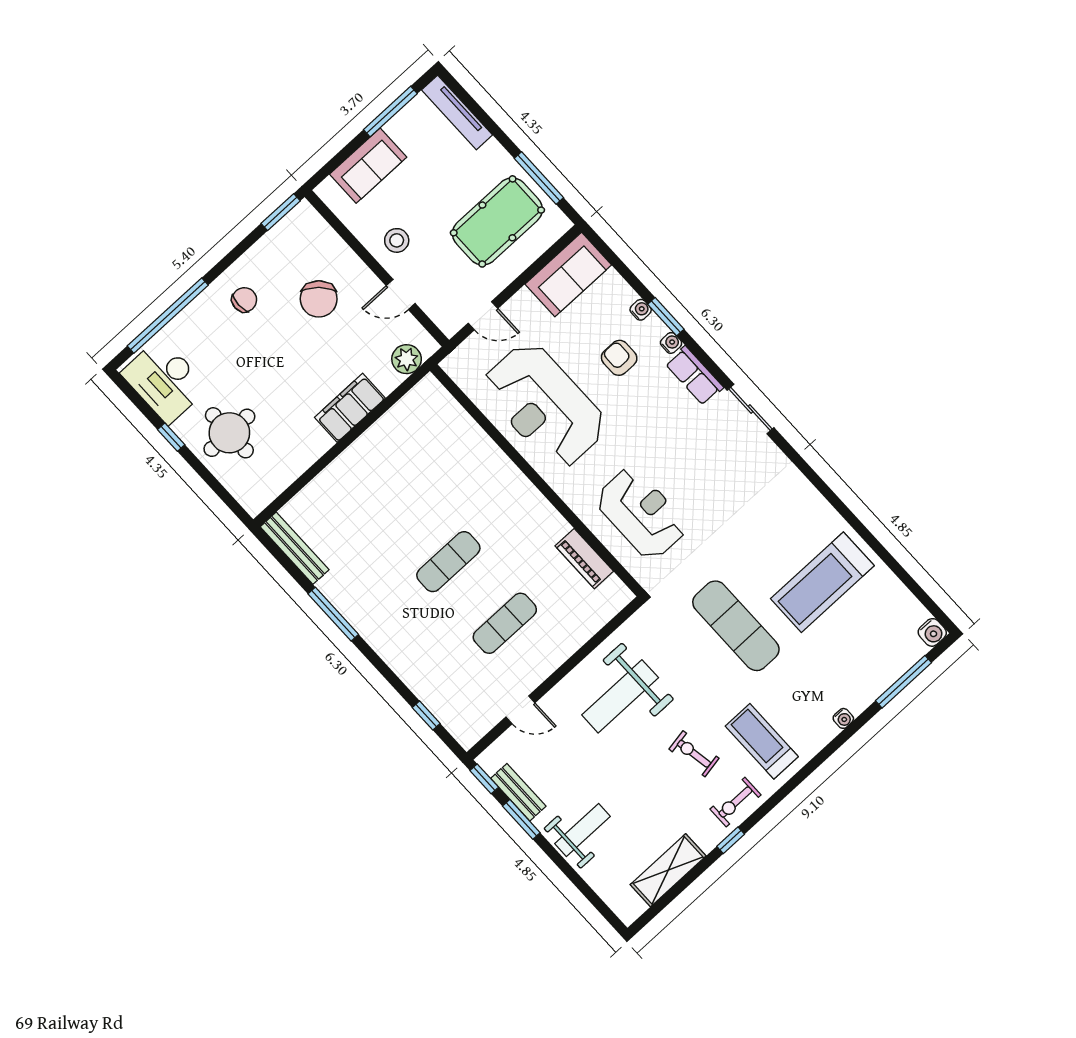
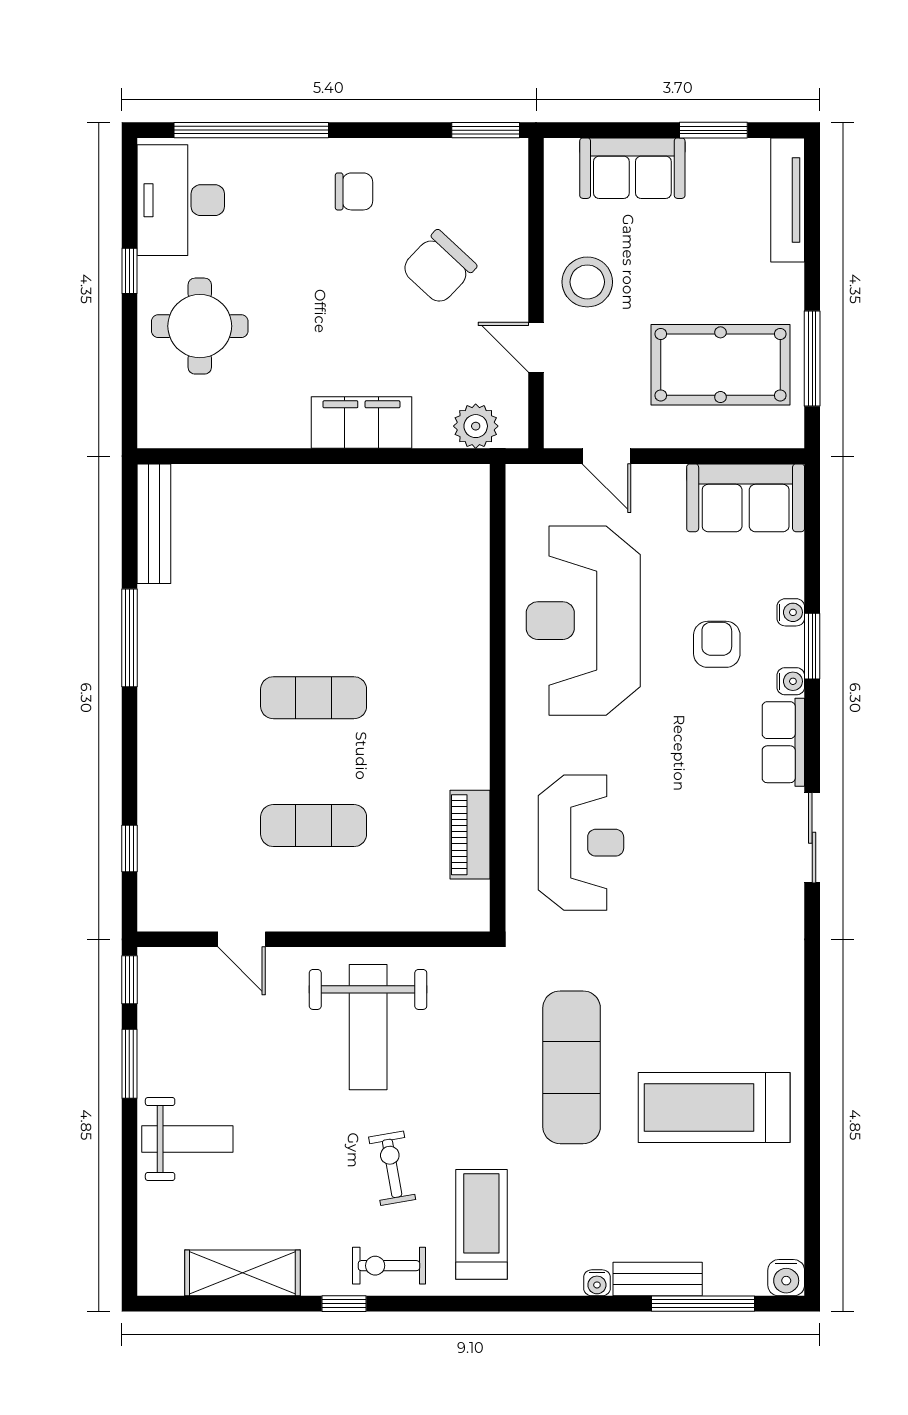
window: (390, 112) -> (713, 130), width x0.69
stool: (397, 240) -> (587, 282), width x1.38, depth x1.38
weight bench: (620, 696) -> (368, 1027), turned -90
bench: (518, 792) -> (658, 1279), moved, turned 90

